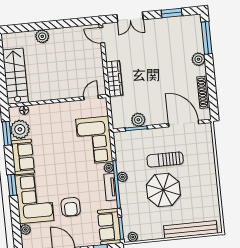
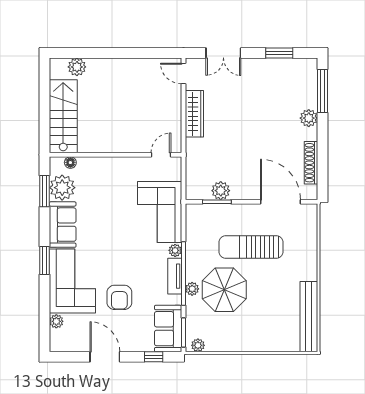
plant: (42, 36) -> (77, 67), moved
wardrobe: (114, 79) -> (194, 114), moved
sun lounger: (165, 160) -> (251, 247), width x1.36, depth x1.34
plant: (122, 177) -> (192, 289), moved
parasol: (163, 190) -> (224, 290), moved
bench: (191, 229) -> (309, 317), moved, turned 90

